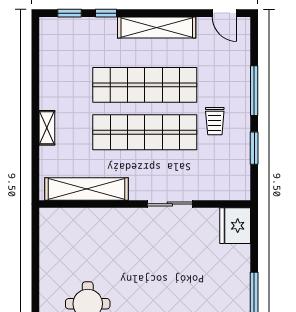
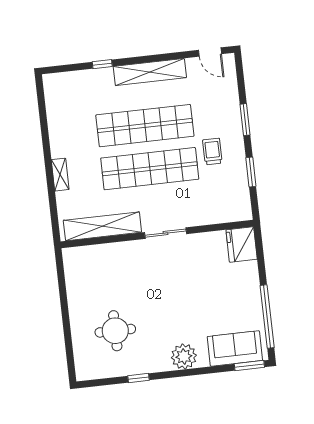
window: (70, 13) -> (69, 68), removed
window: (254, 91) -> (245, 120), width x0.69
trolley: (215, 121) -> (212, 151), turned 180
sliding door: (170, 204) -> (165, 233), moved

